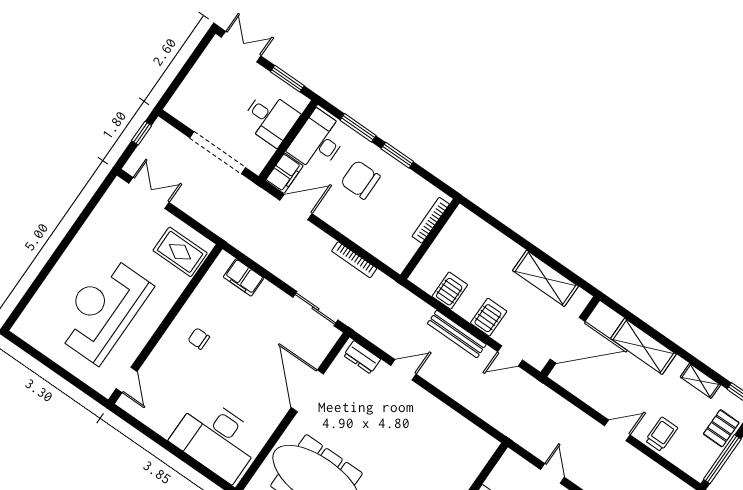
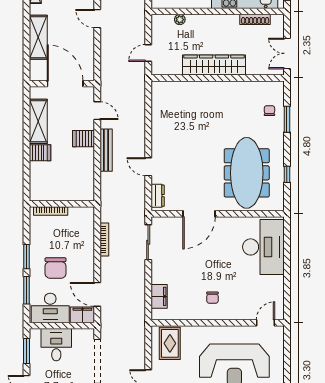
server rack: (450, 291) -> (40, 153), moved, turned 180
door: (552, 473) -> (148, 53), moved

